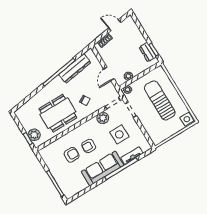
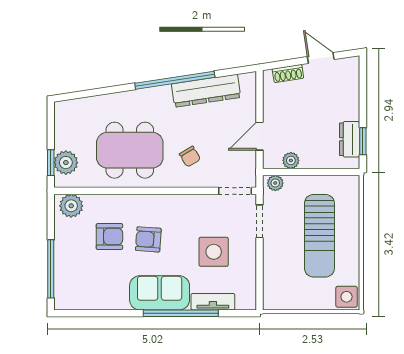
sun lounger: (160, 100) -> (319, 236), turned 180
plant: (103, 118) -> (71, 206), moved
sofa: (103, 168) -> (160, 293), width x0.73

